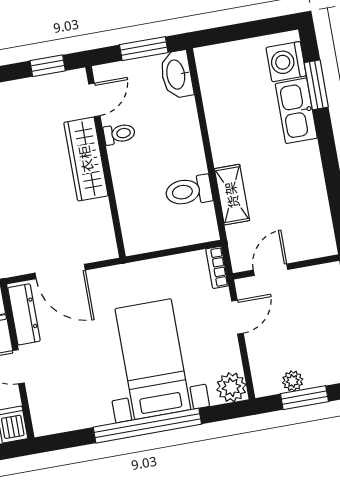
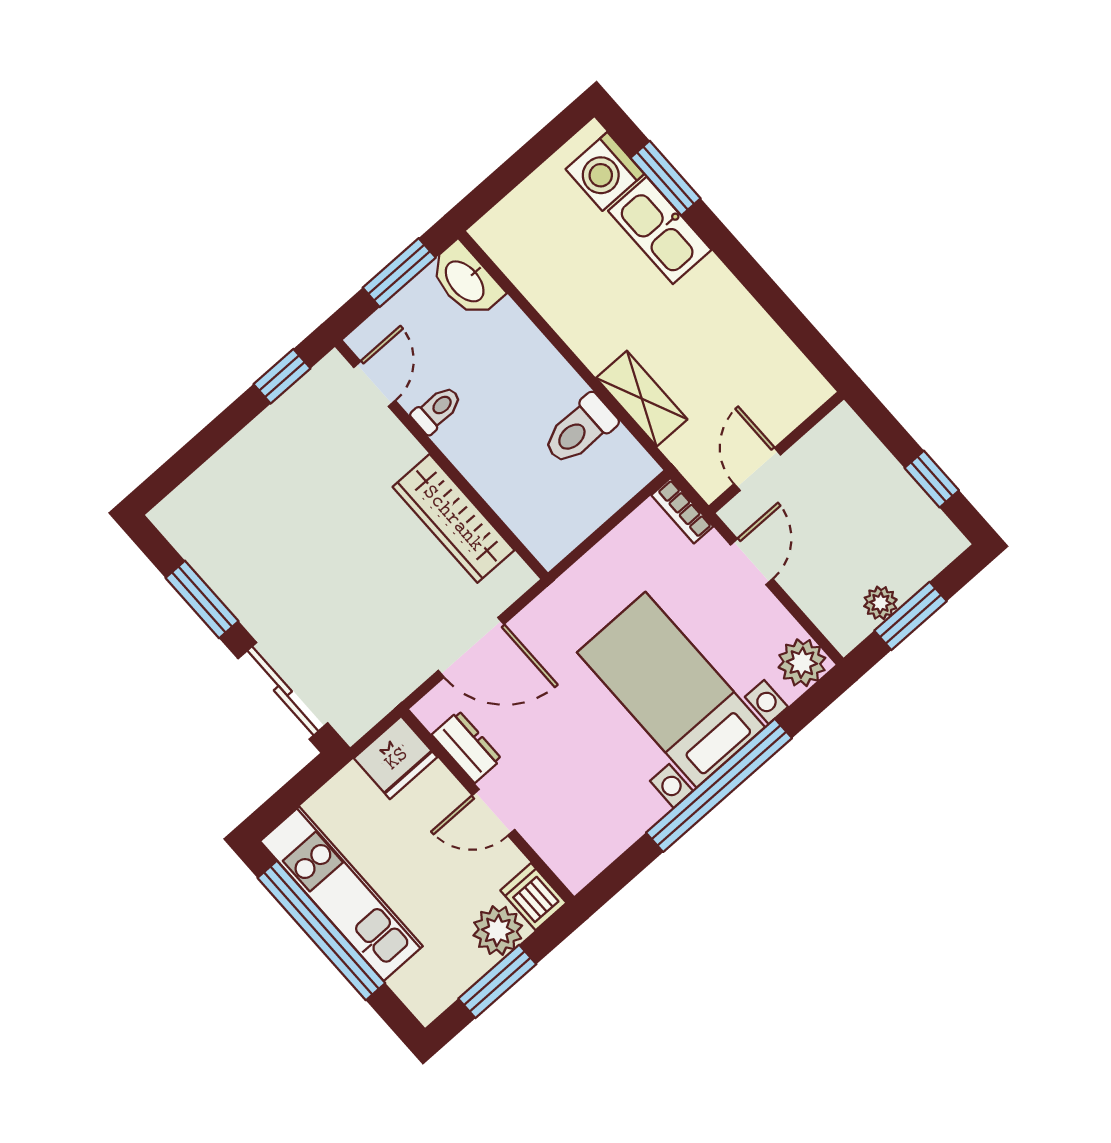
wardrobe: (86, 159) -> (454, 518), moved
dresser: (24, 314) -> (467, 747), width x0.70

